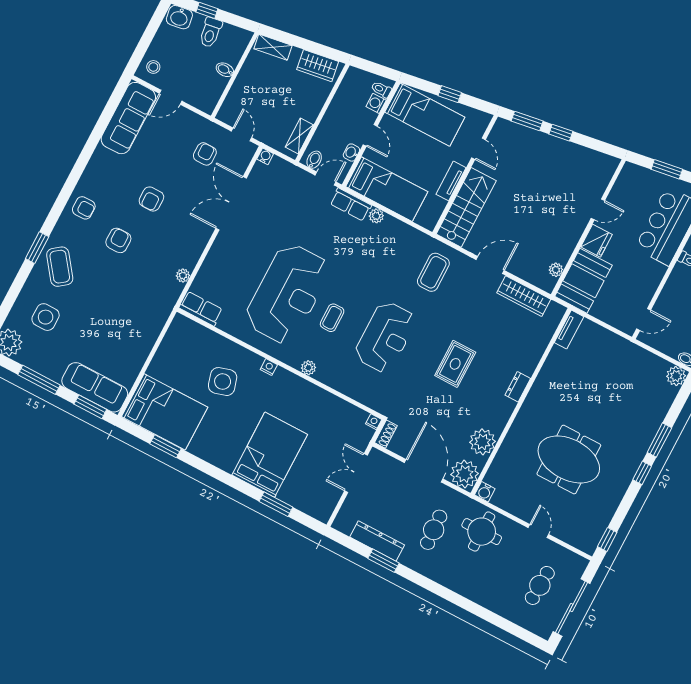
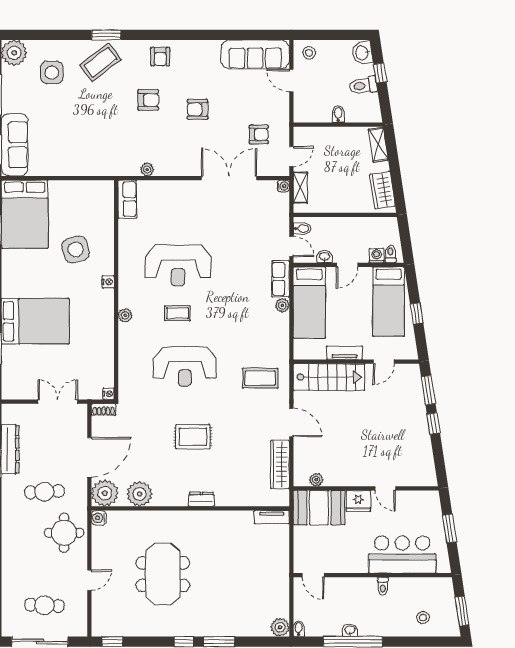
shelving: (299, 136) -> (300, 188), moved, turned 90
reception desk: (288, 294) -> (178, 265), width x0.74, depth x0.77

